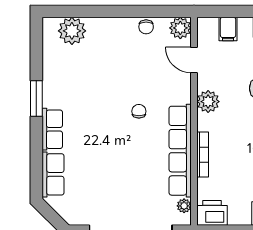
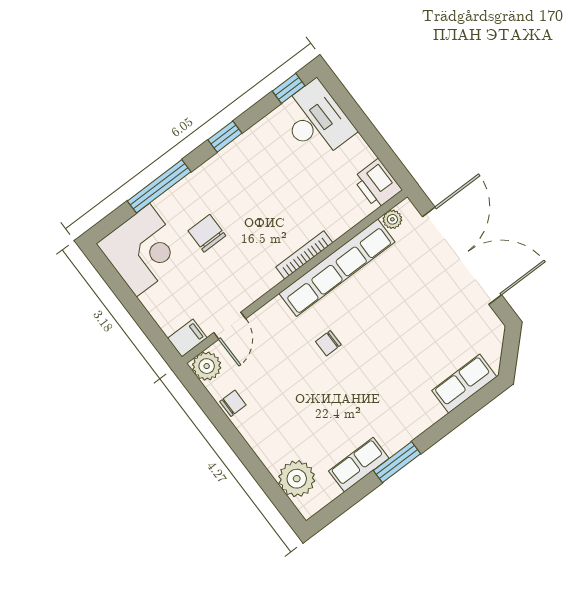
filing cabinet: (228, 29) -> (187, 338), moved
plant: (208, 102) -> (262, 278), removed
row of seats: (52, 129) -> (359, 465), moved
bookcase: (203, 155) -> (304, 255), moved

